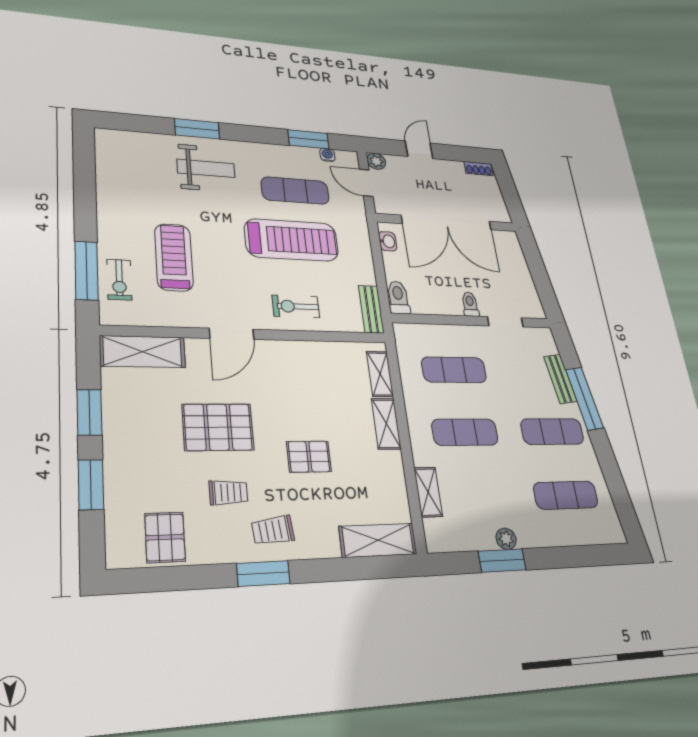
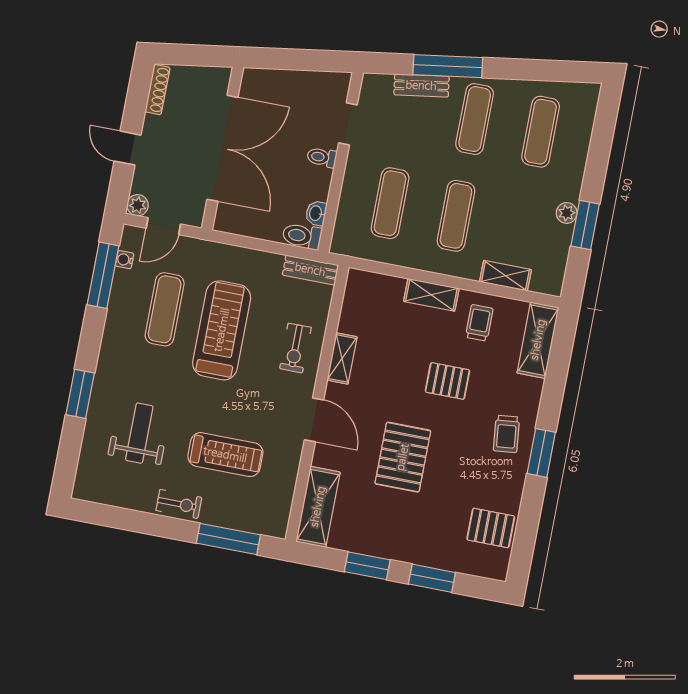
window: (308, 139) -> (103, 275), width x1.44
weight bench: (206, 168) -> (139, 433), moved
shoe rack: (478, 169) -> (157, 90), width x1.43
washbasin: (388, 241) -> (316, 213), moved, turned -90
treadmill: (174, 257) -> (225, 455), turned 180
exercise bike: (119, 280) -> (179, 504), moved
shelving: (380, 374) -> (342, 358), moved, turned 90
pallet: (309, 457) -> (447, 381), turned 90
trolley: (228, 493) -> (479, 323), moved

